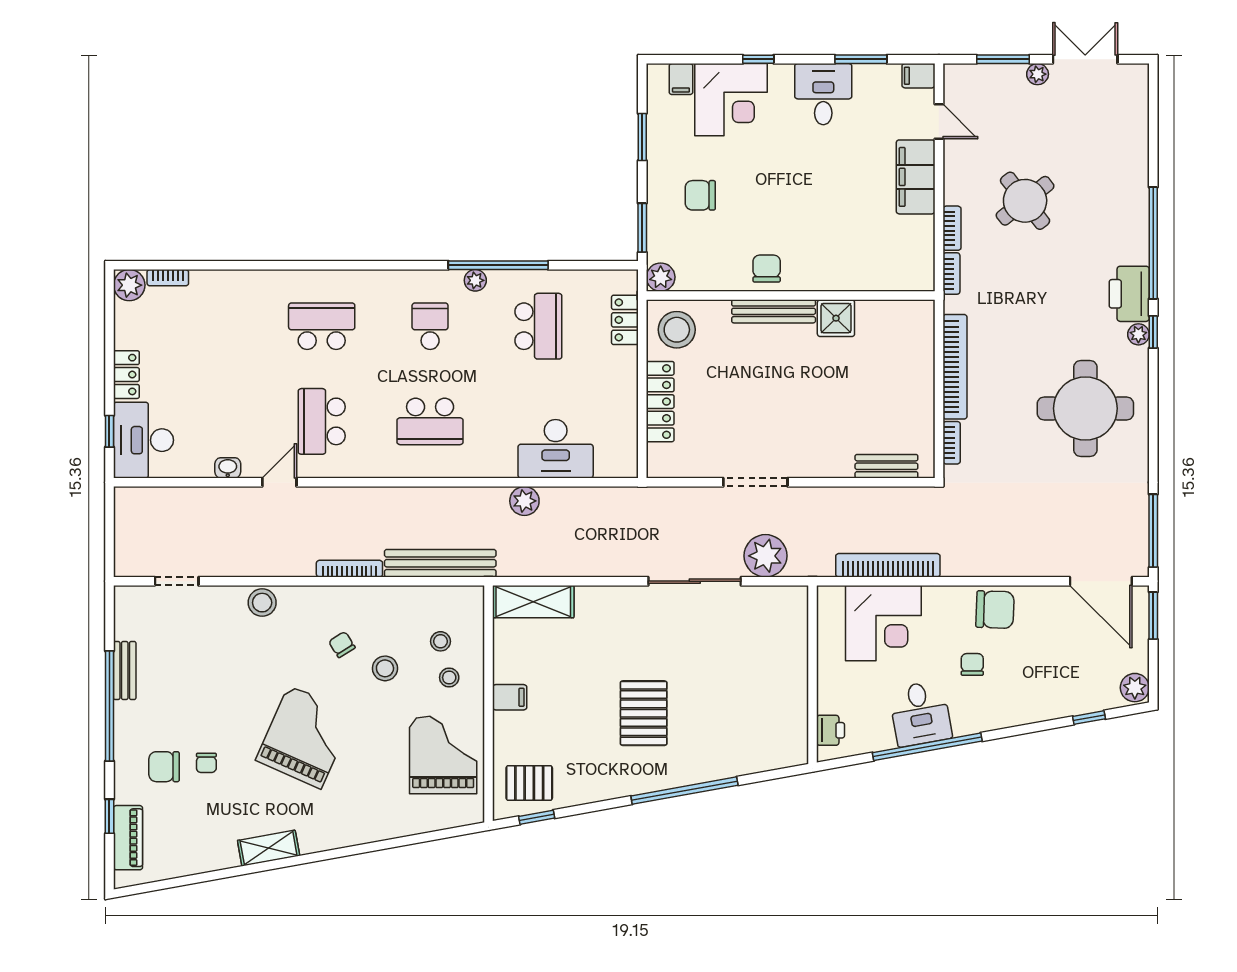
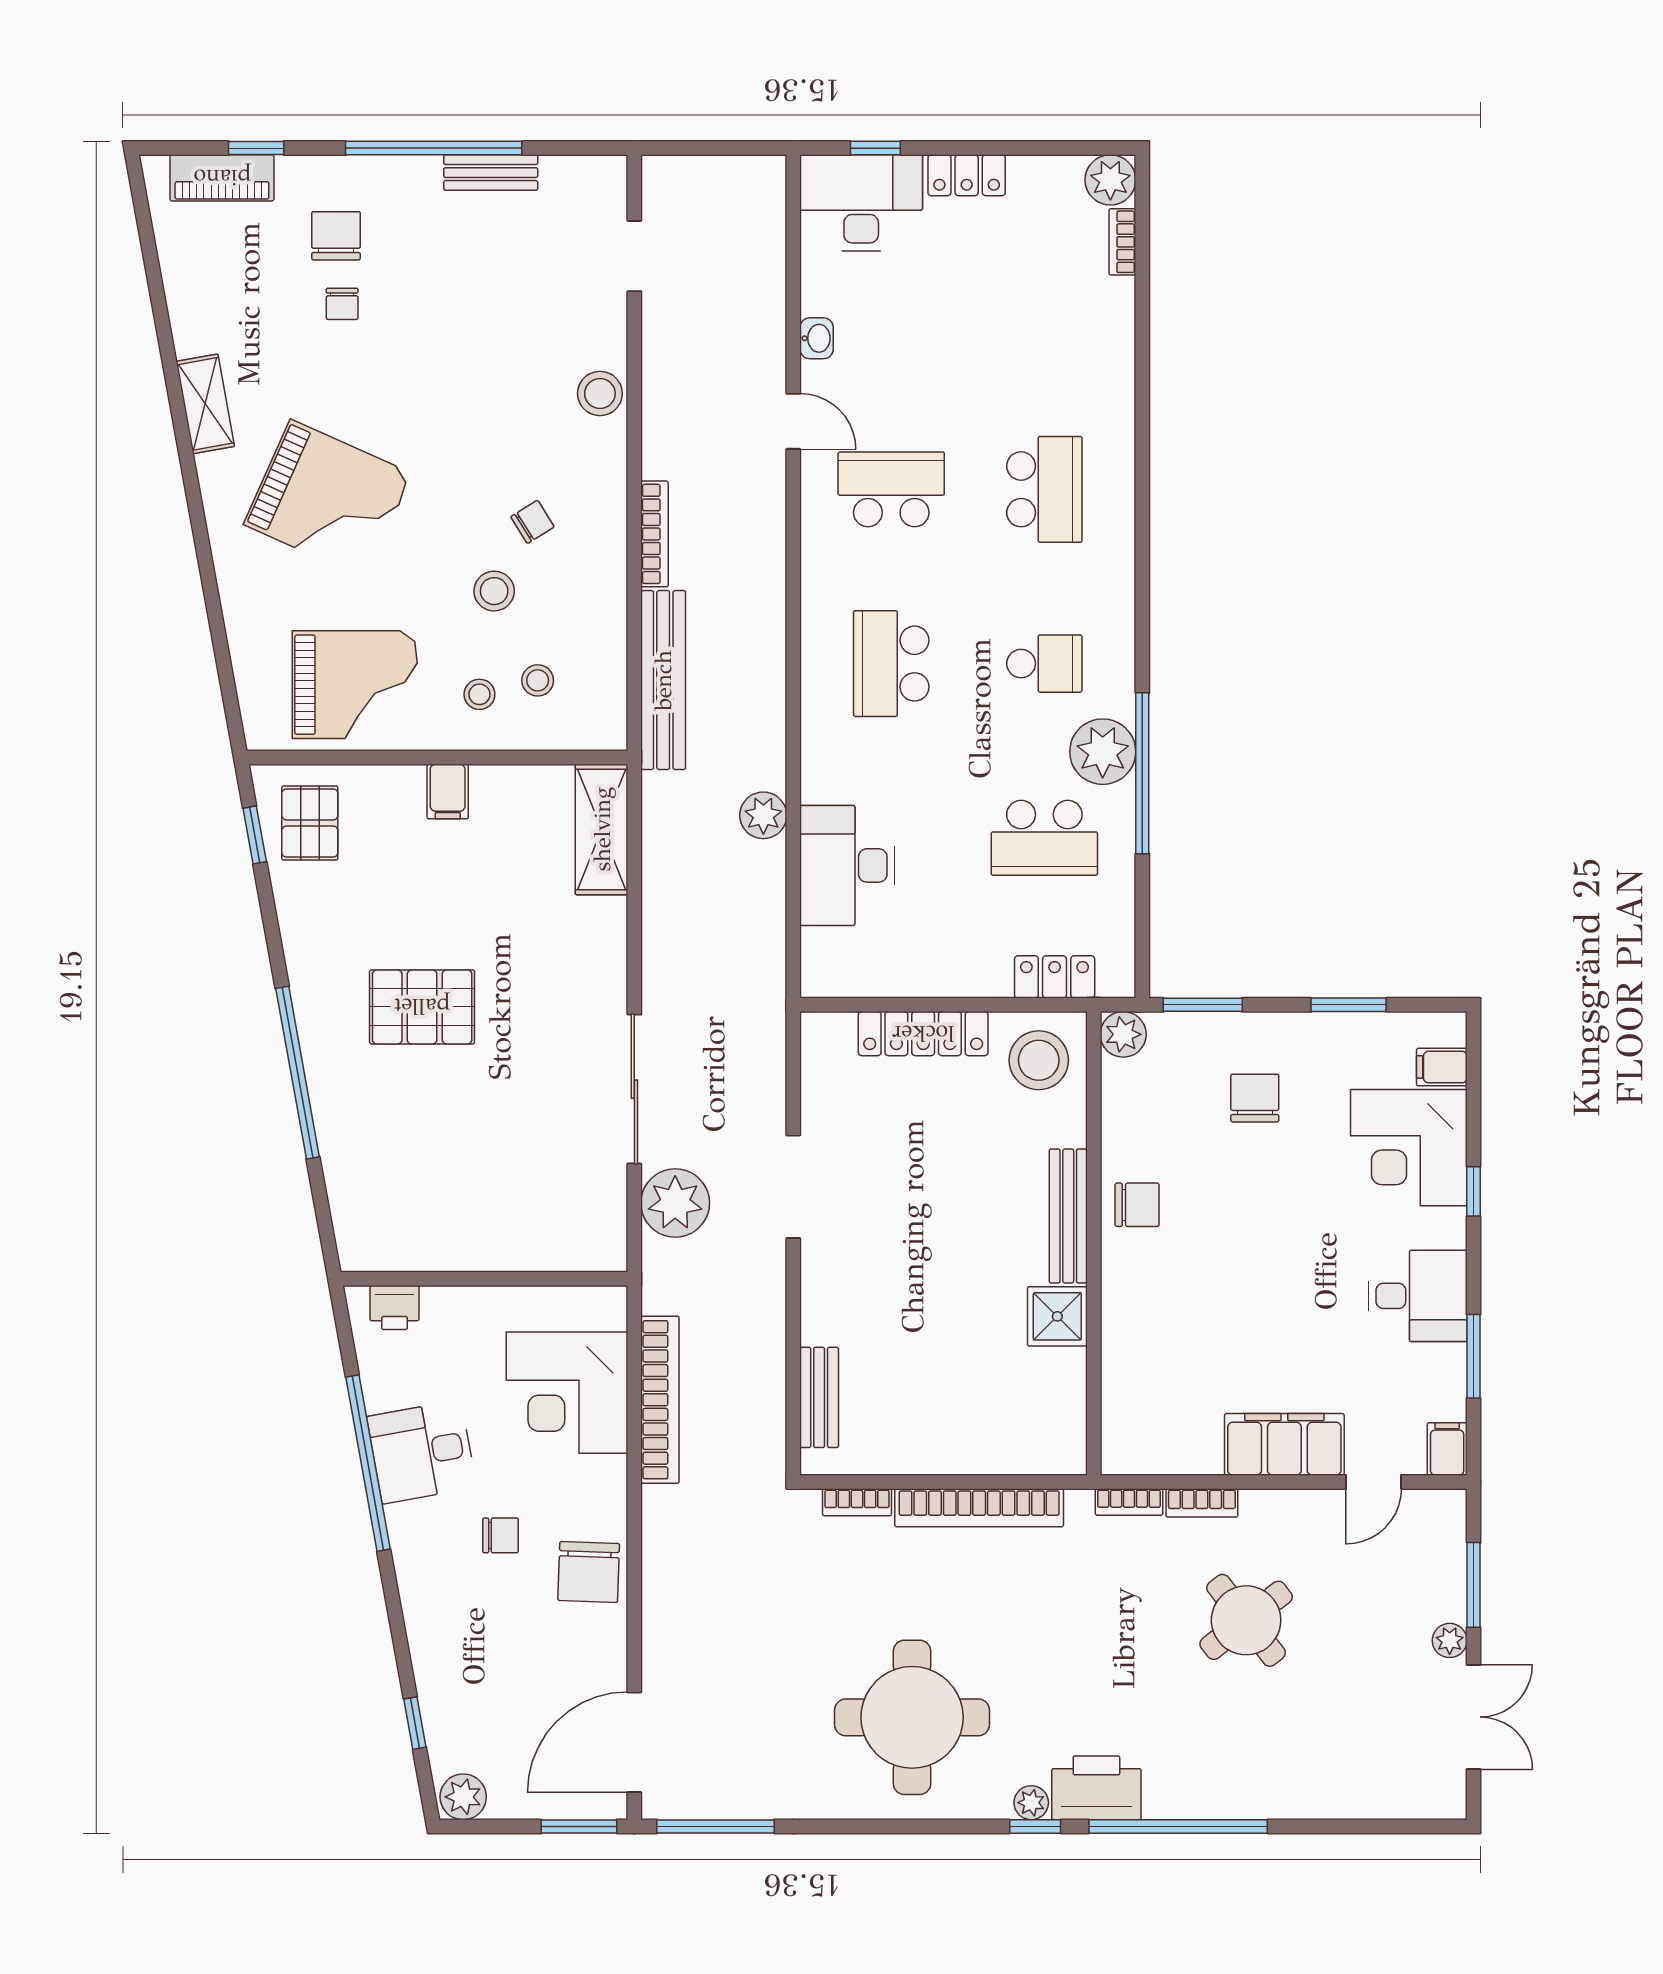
plant: (475, 280) -> (1103, 752), width x1.87, depth x1.87
grand piano: (305, 737) -> (328, 499), moved
chair: (206, 763) -> (342, 304), turned -90

